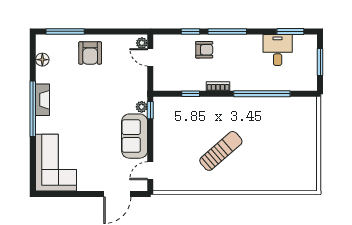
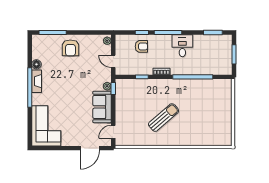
armchair: (204, 50) -> (141, 46), moved
desk: (278, 50) -> (182, 46), moved
door: (150, 57) -> (113, 61), moved
floor lamp: (42, 60) -> (36, 64), moved

